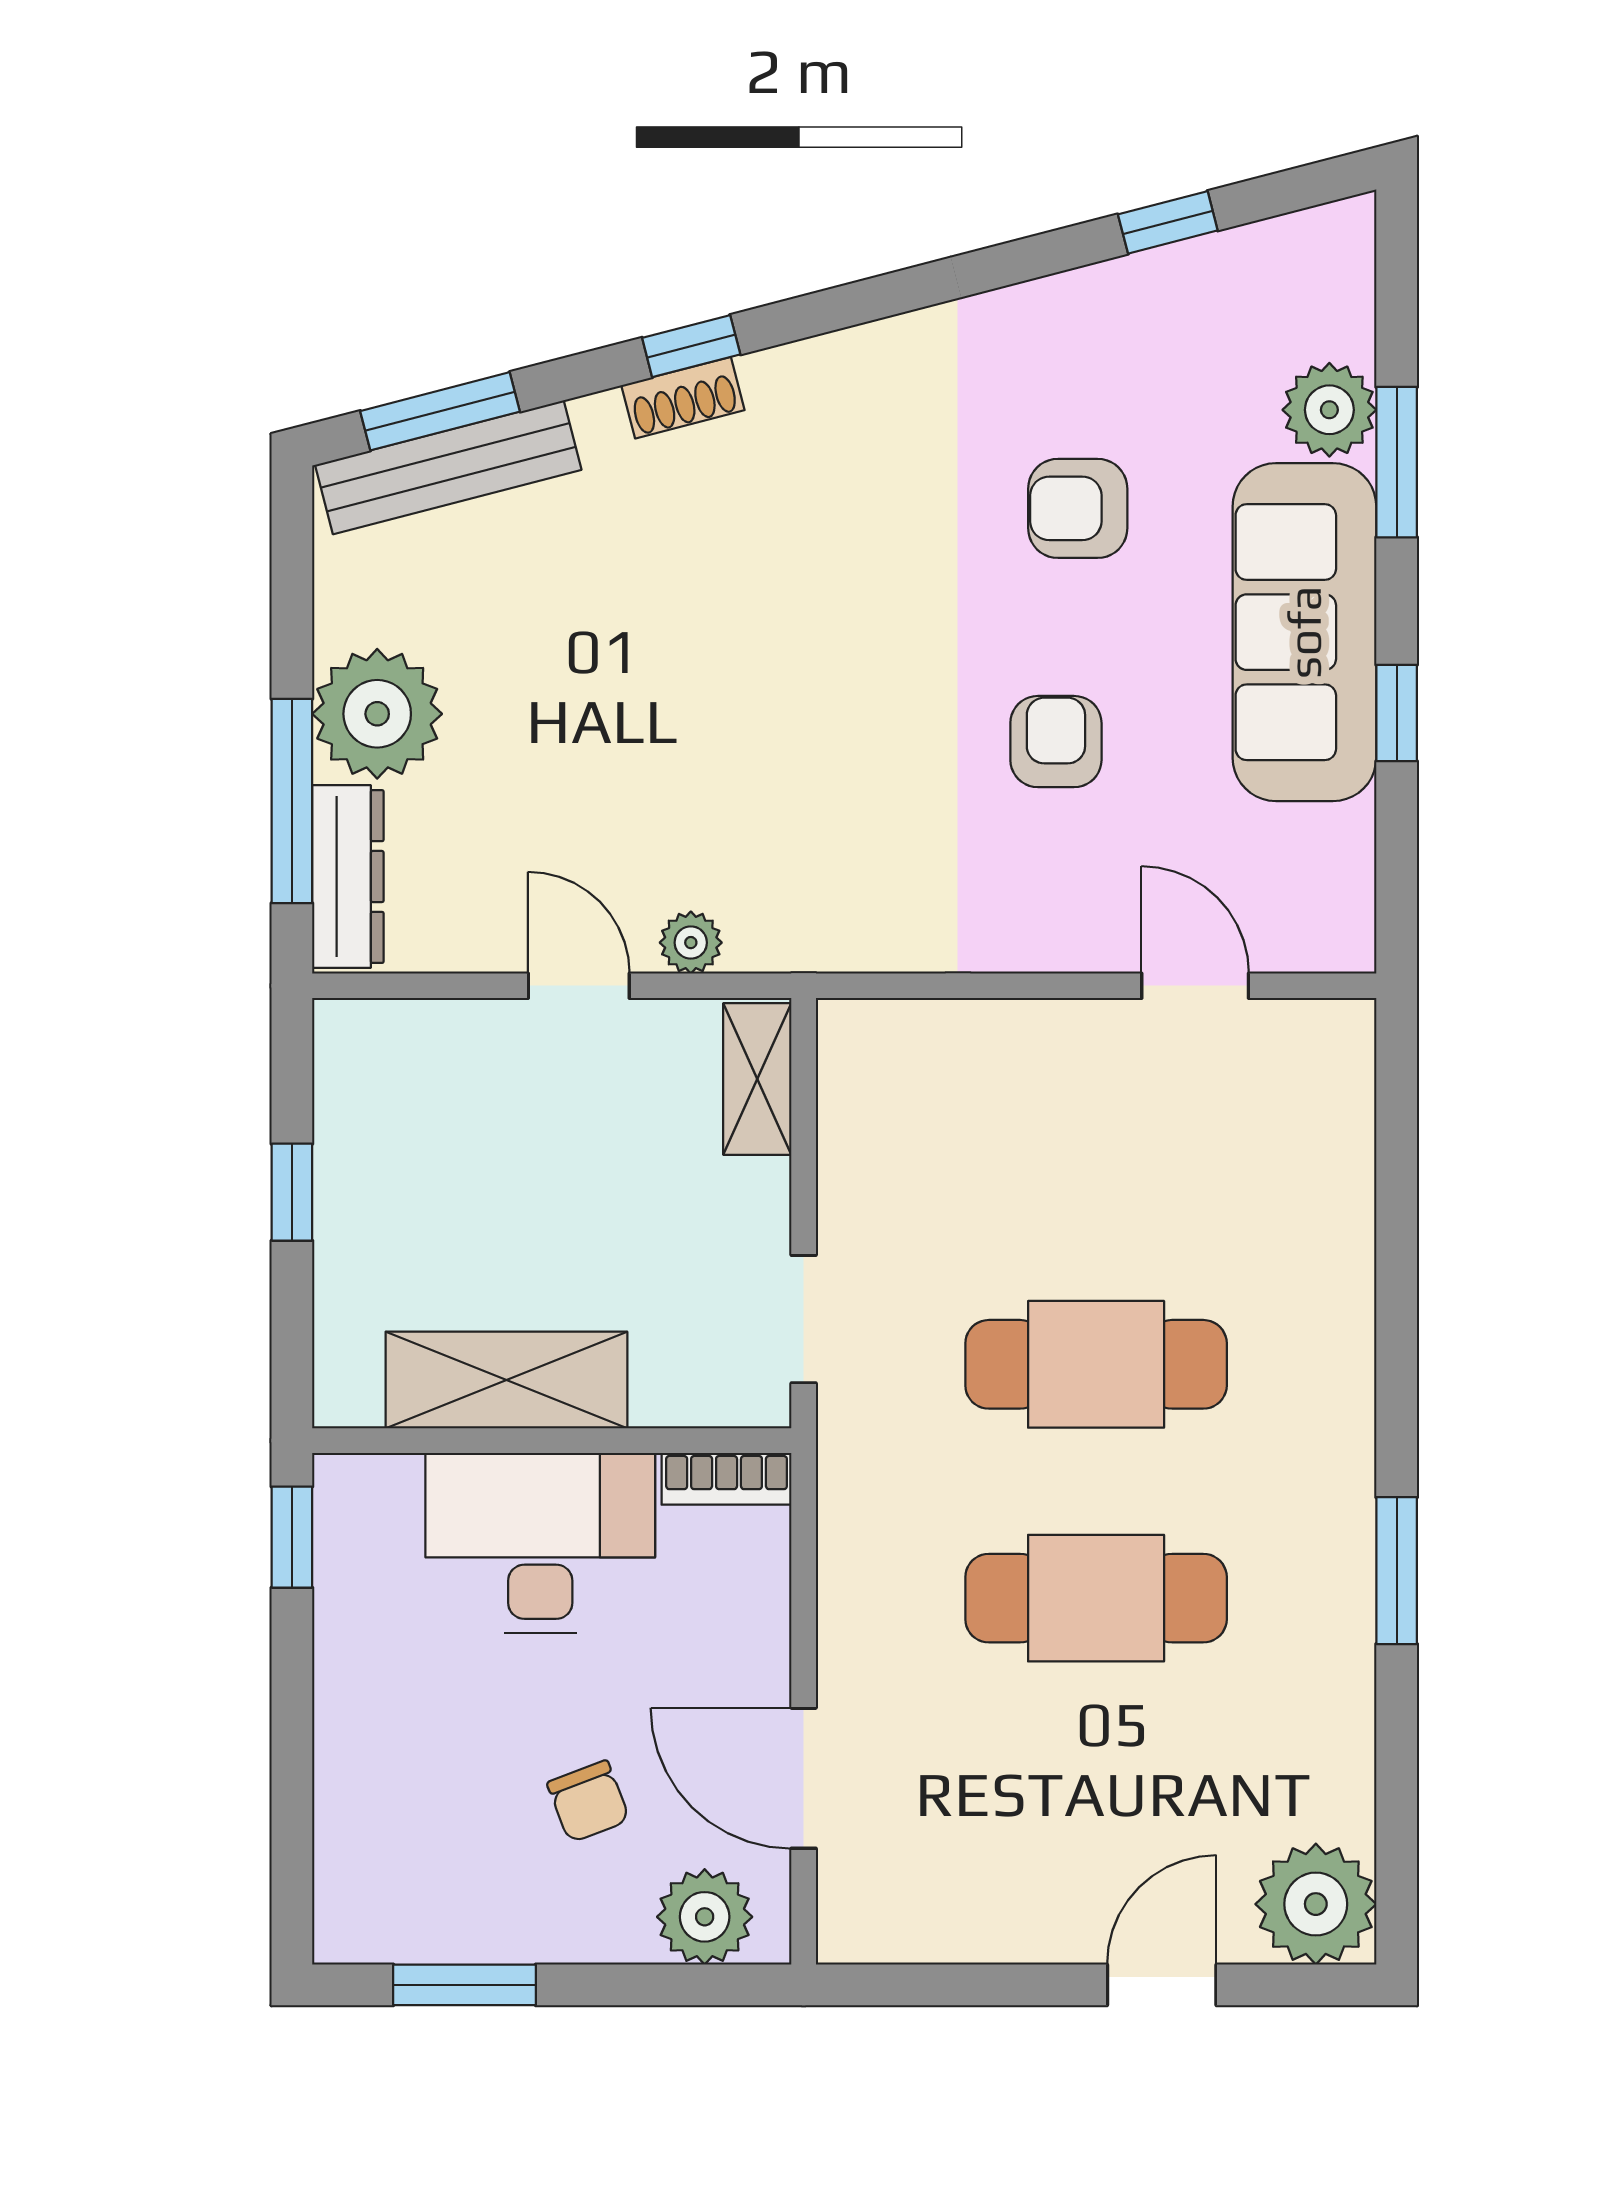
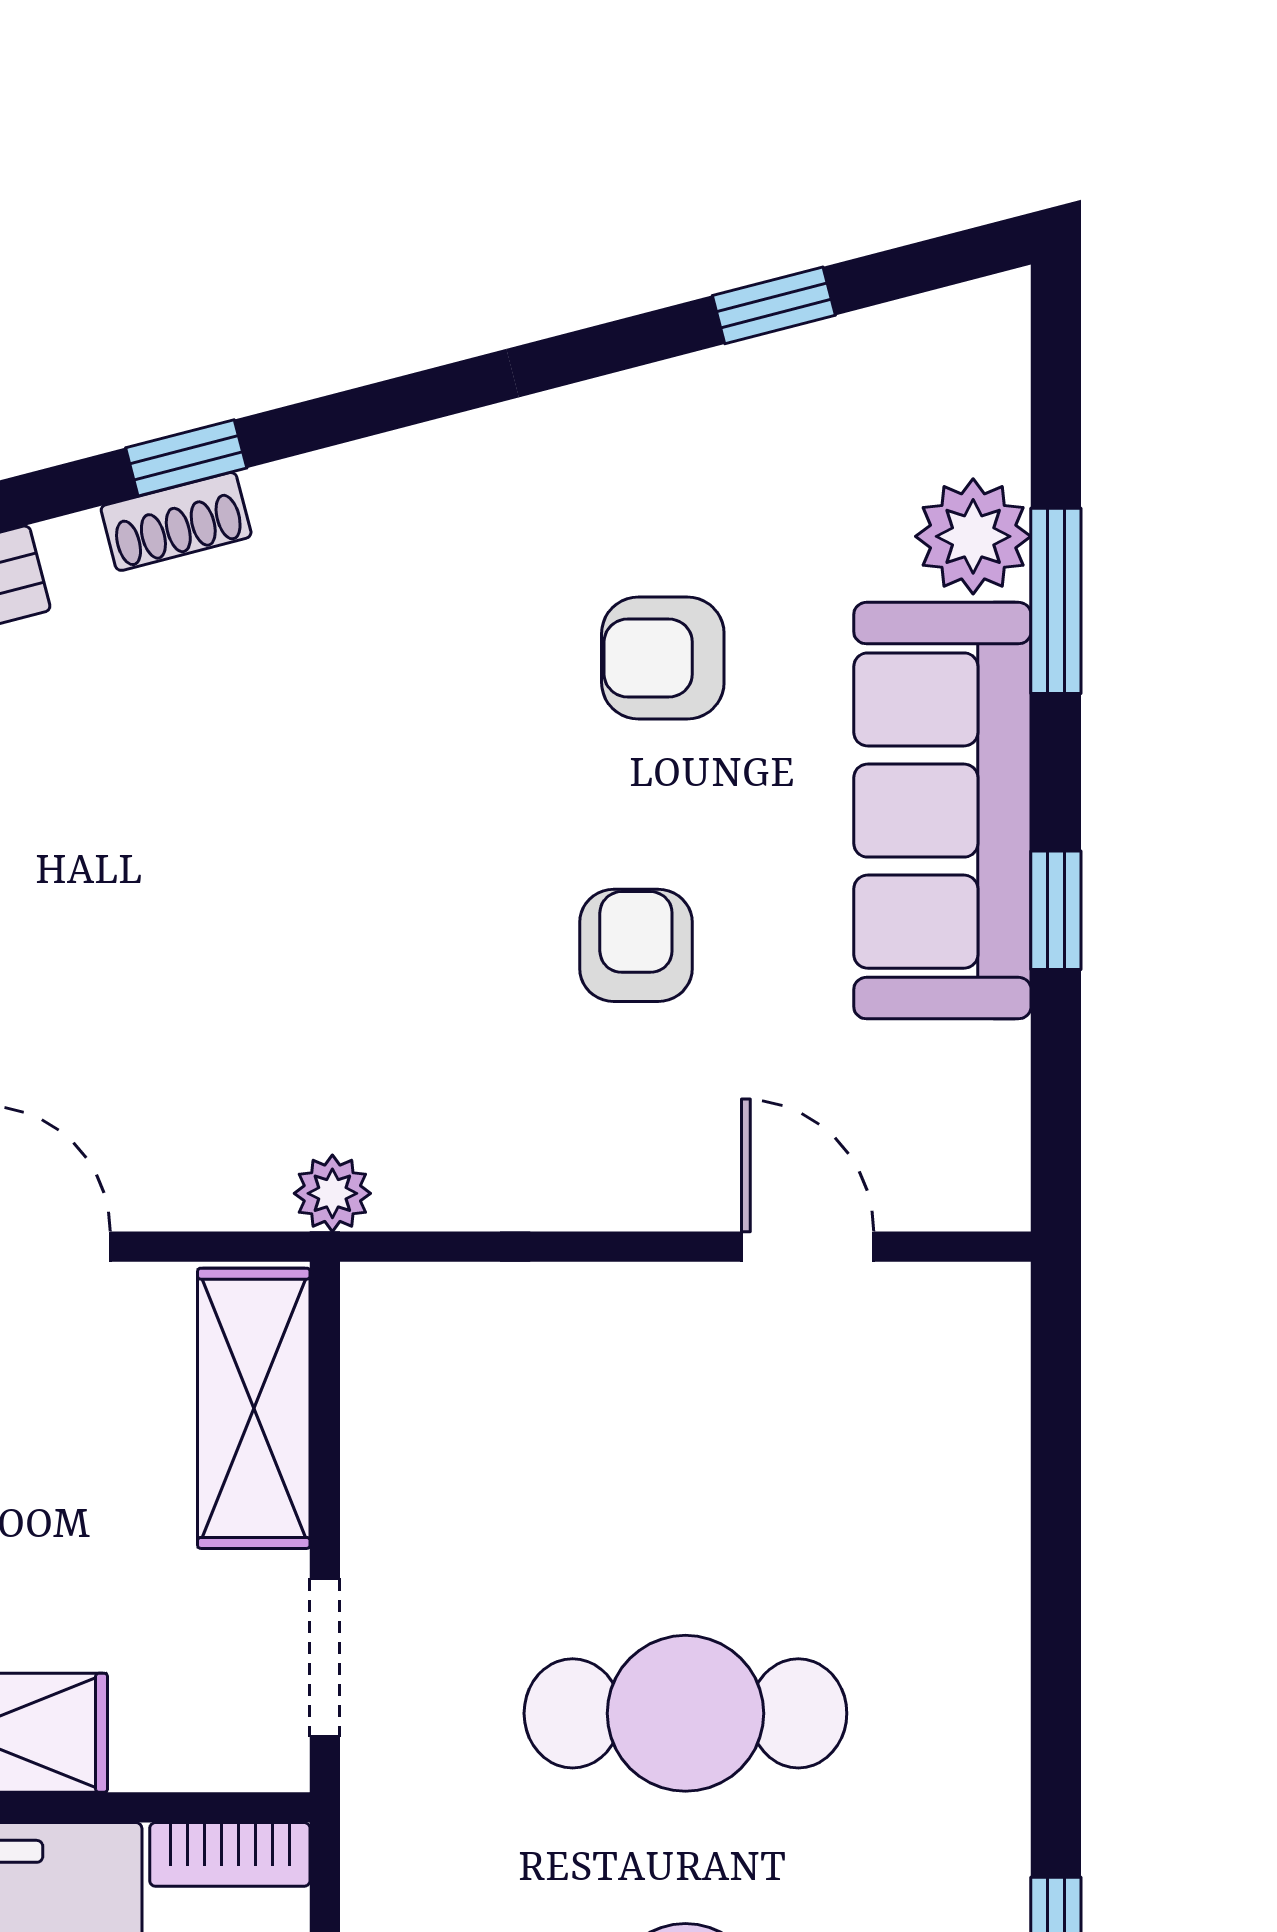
plant: (691, 943) -> (332, 1193), moved
shelving: (757, 1079) -> (254, 1408), width x1.50, depth x1.33

